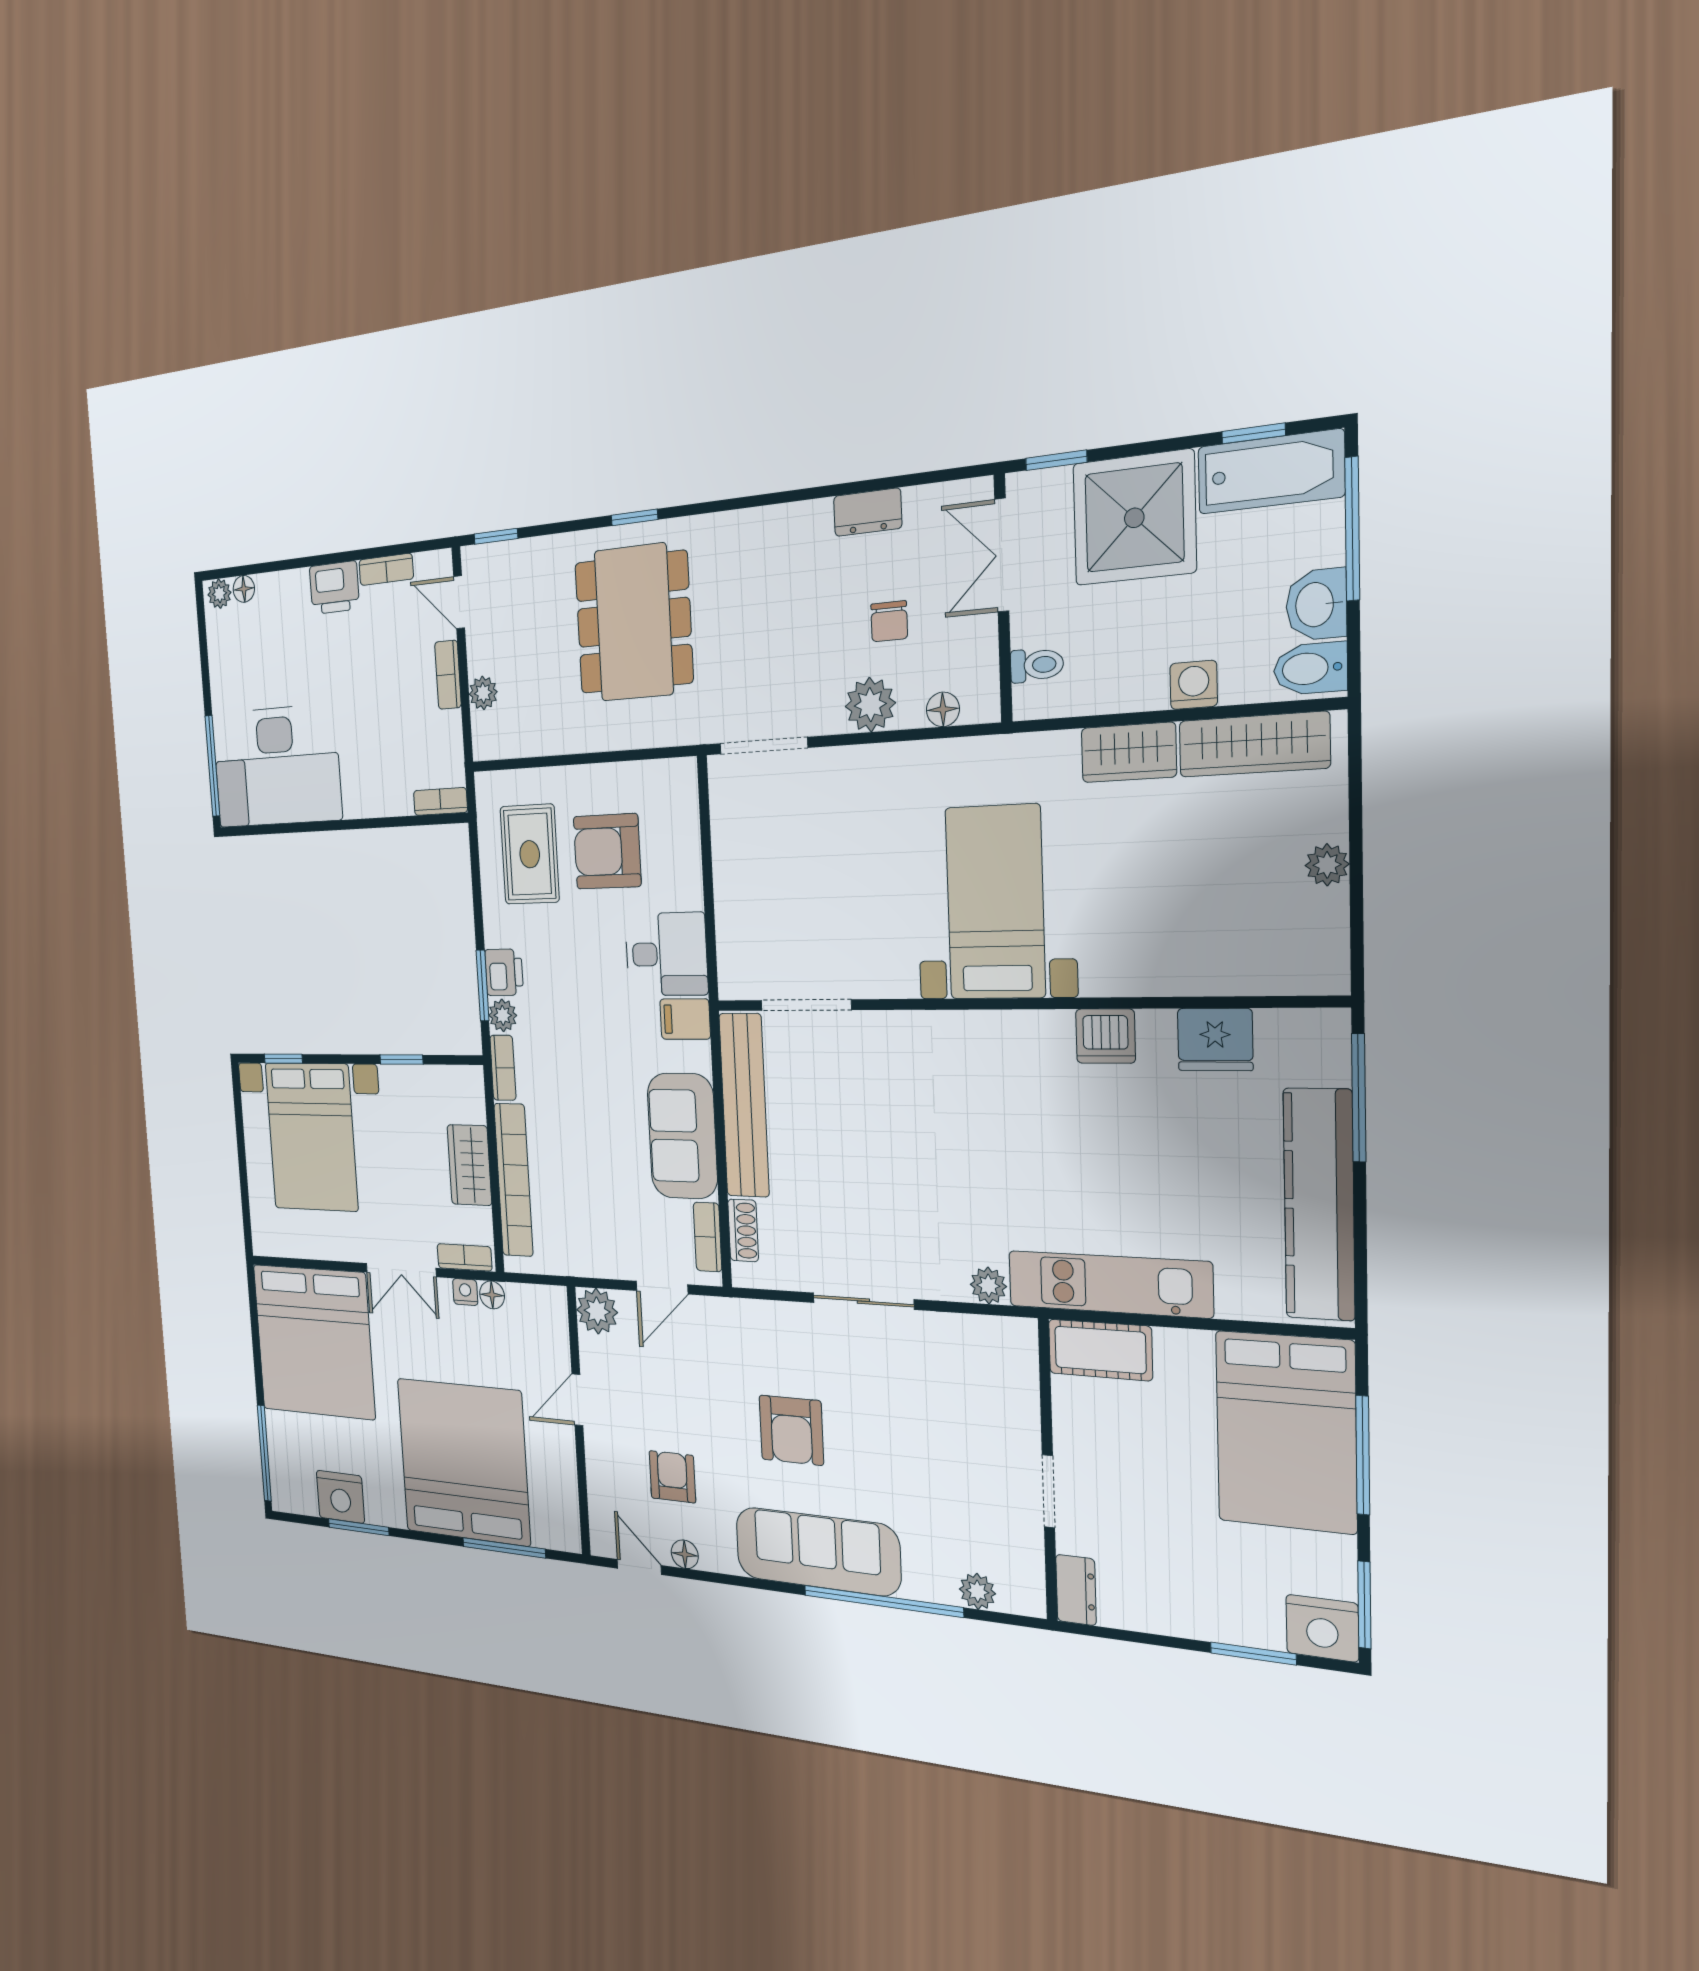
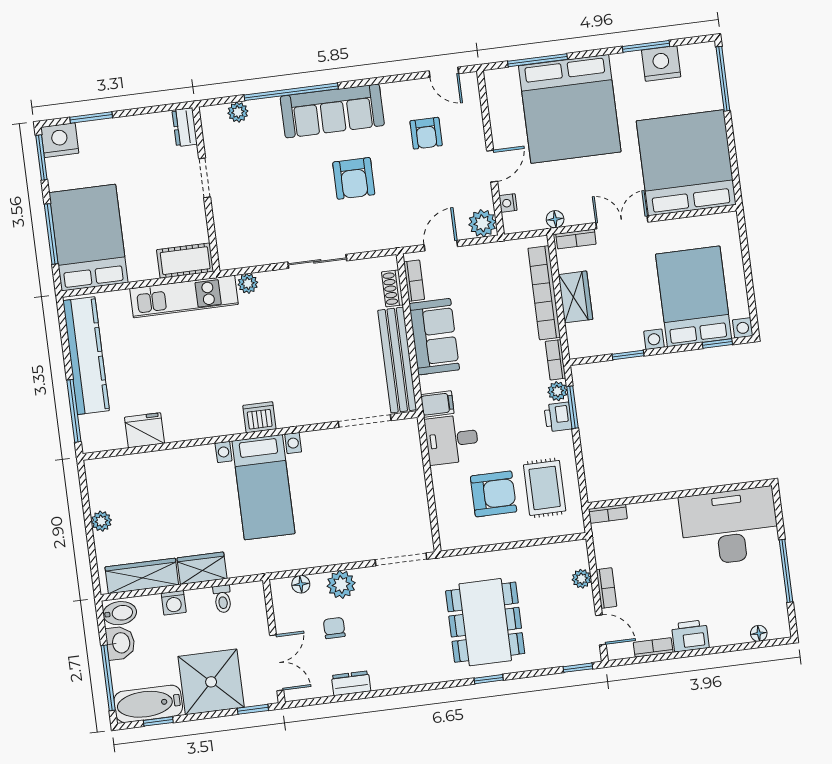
plant: (219, 594) -> (778, 630), removed
toilet: (1037, 665) -> (223, 599), moved, turned -90
window: (212, 766) -> (786, 571), moved
dishwasher: (1105, 1036) -> (259, 417), moved
nightstand: (465, 1292) -> (508, 203), moved, turned 90
armchair: (791, 1430) -> (354, 178), turned 180
floor lamp: (685, 1554) -> (415, 88), removed

